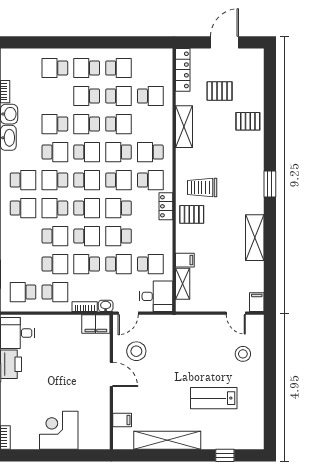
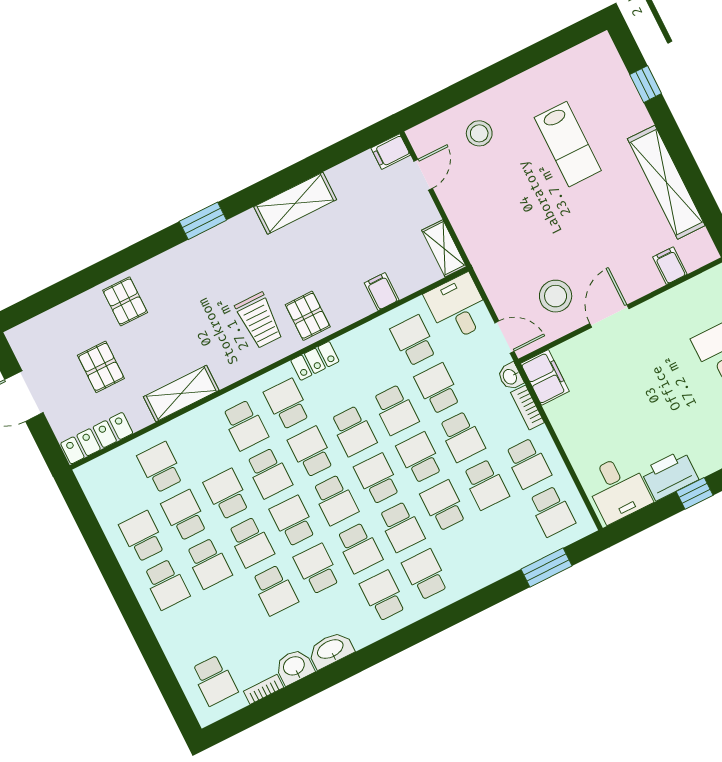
school desk: (55, 68) -> (214, 680), moved
school desk: (87, 180) -> (335, 500), turned 180
school desk: (55, 264) -> (486, 484), turned 180
shelving: (183, 284) -> (444, 248), moved, turned 90
school desk: (55, 292) -> (528, 463), turned 180

